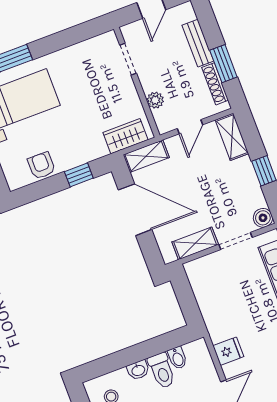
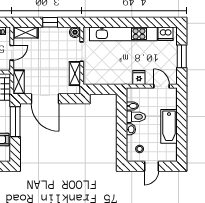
door: (190, 127) -> (12, 53), hinge flipped
window: (79, 175) -> (15, 122), width x2.17
door: (135, 210) -> (45, 99), swing flipped

